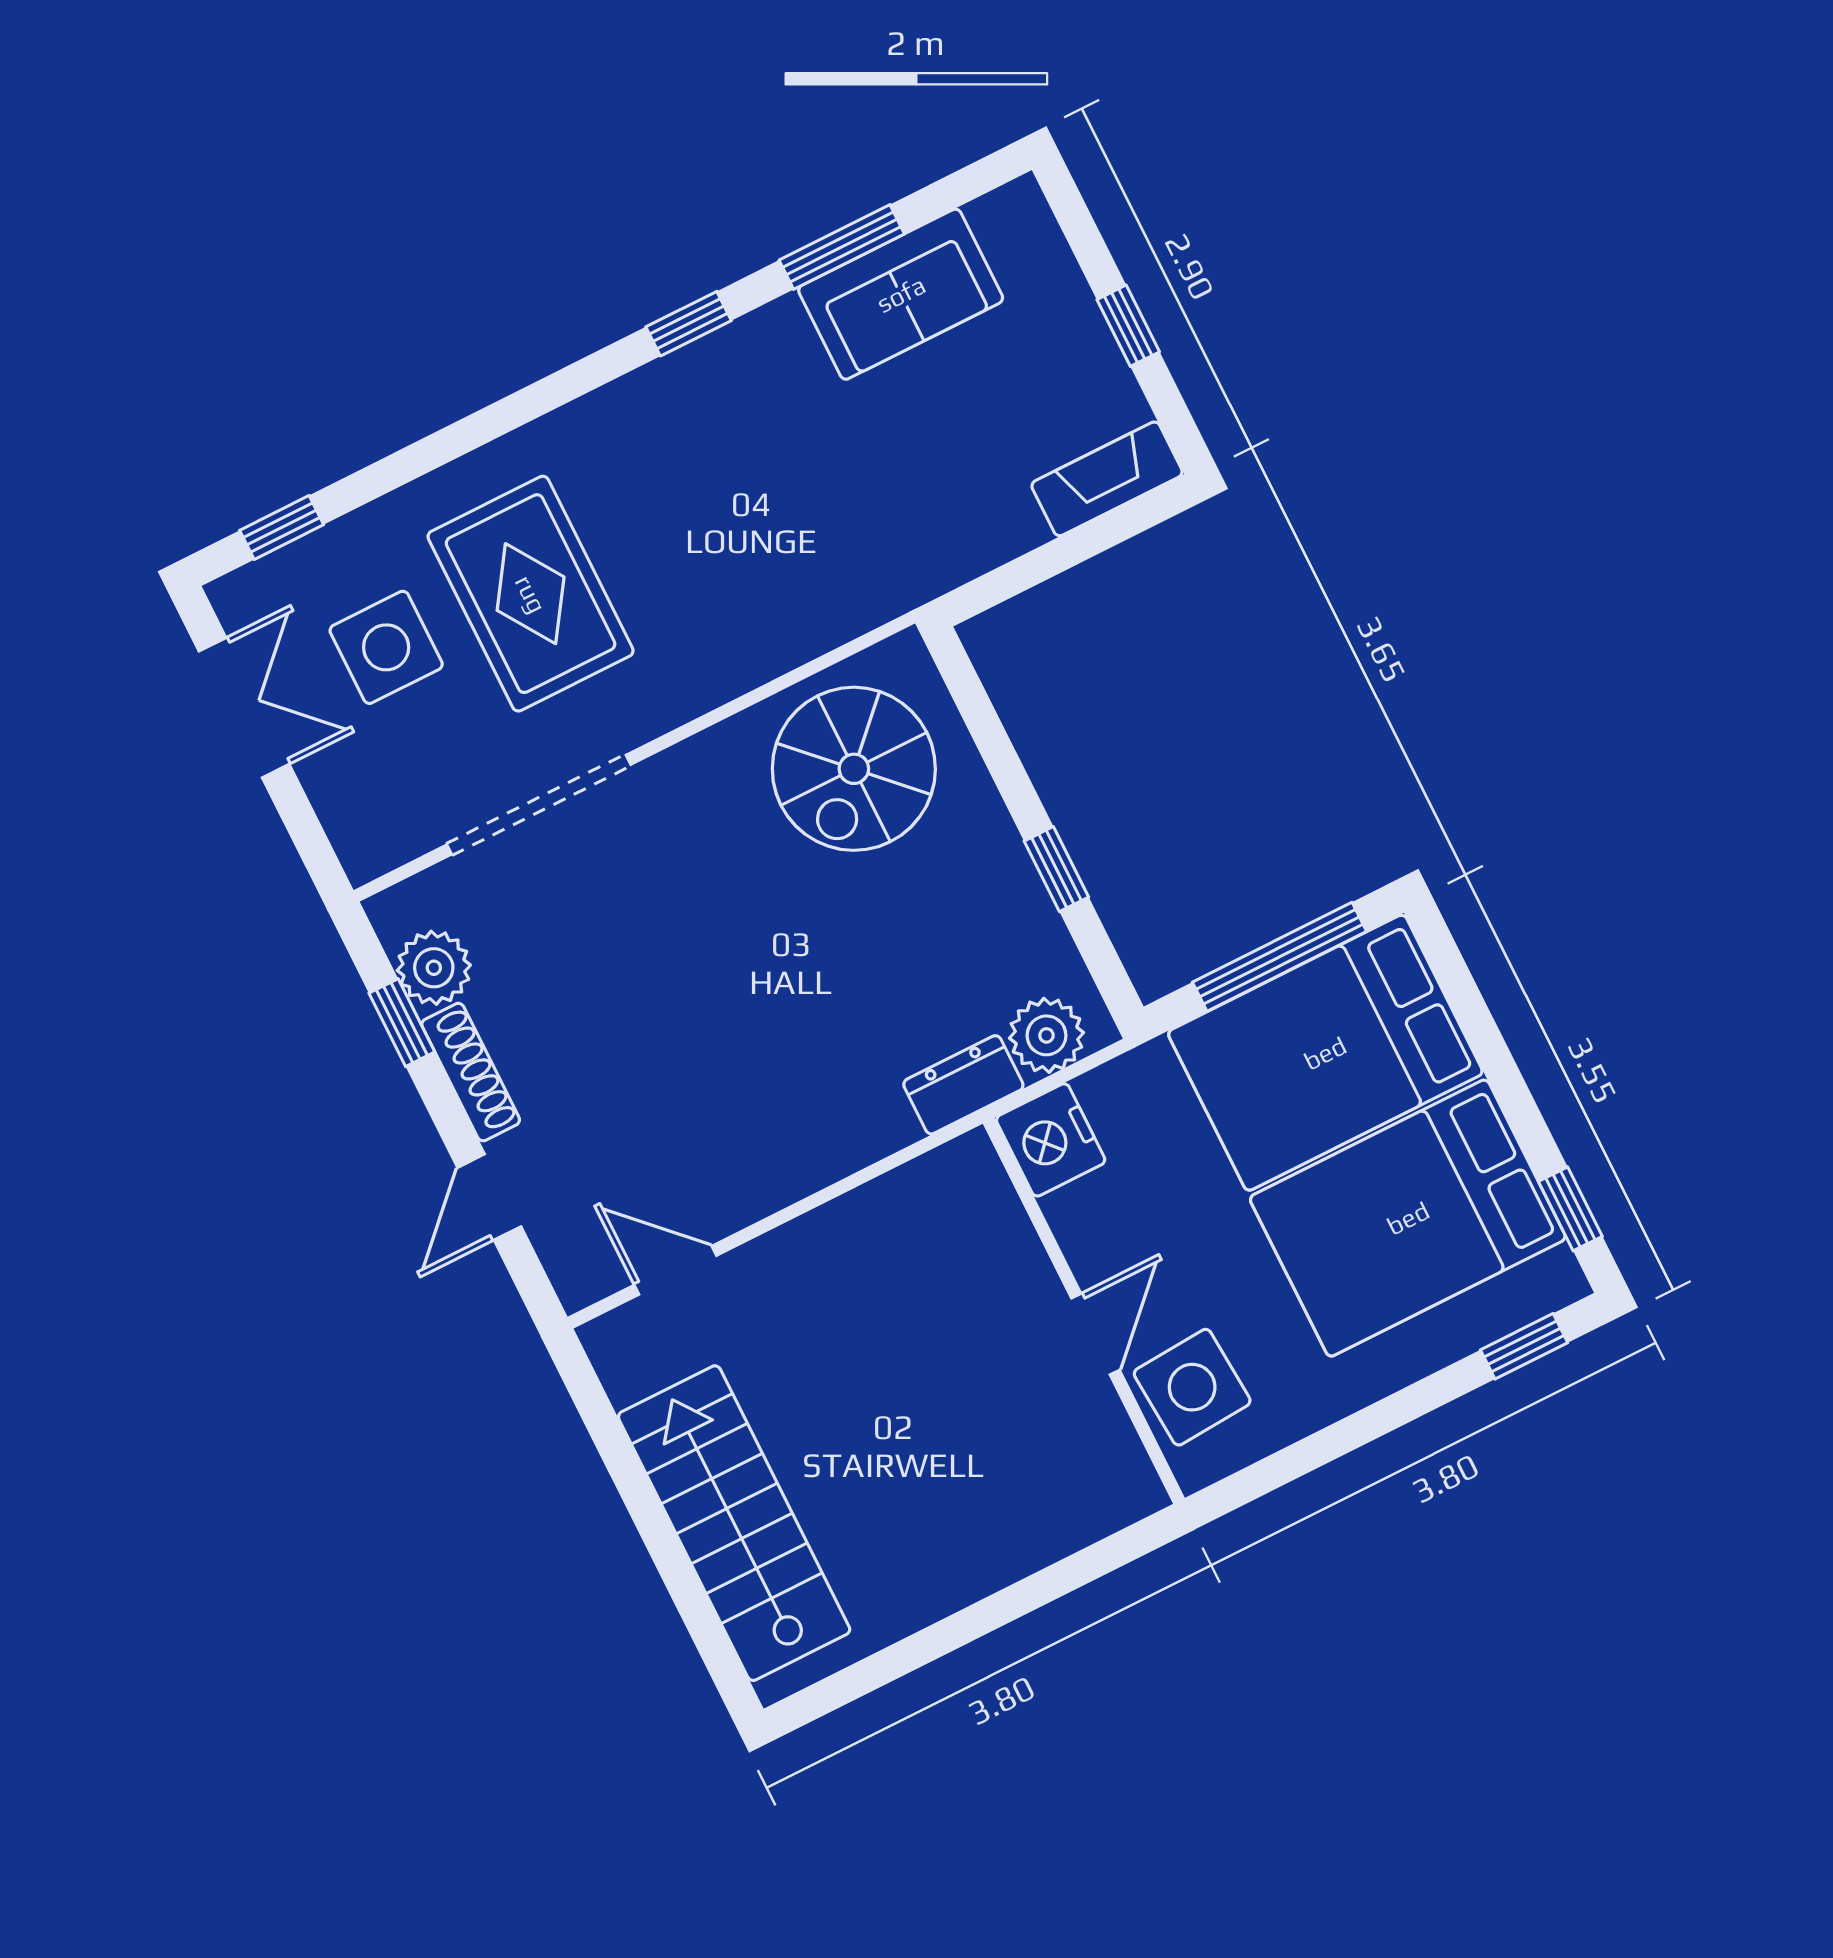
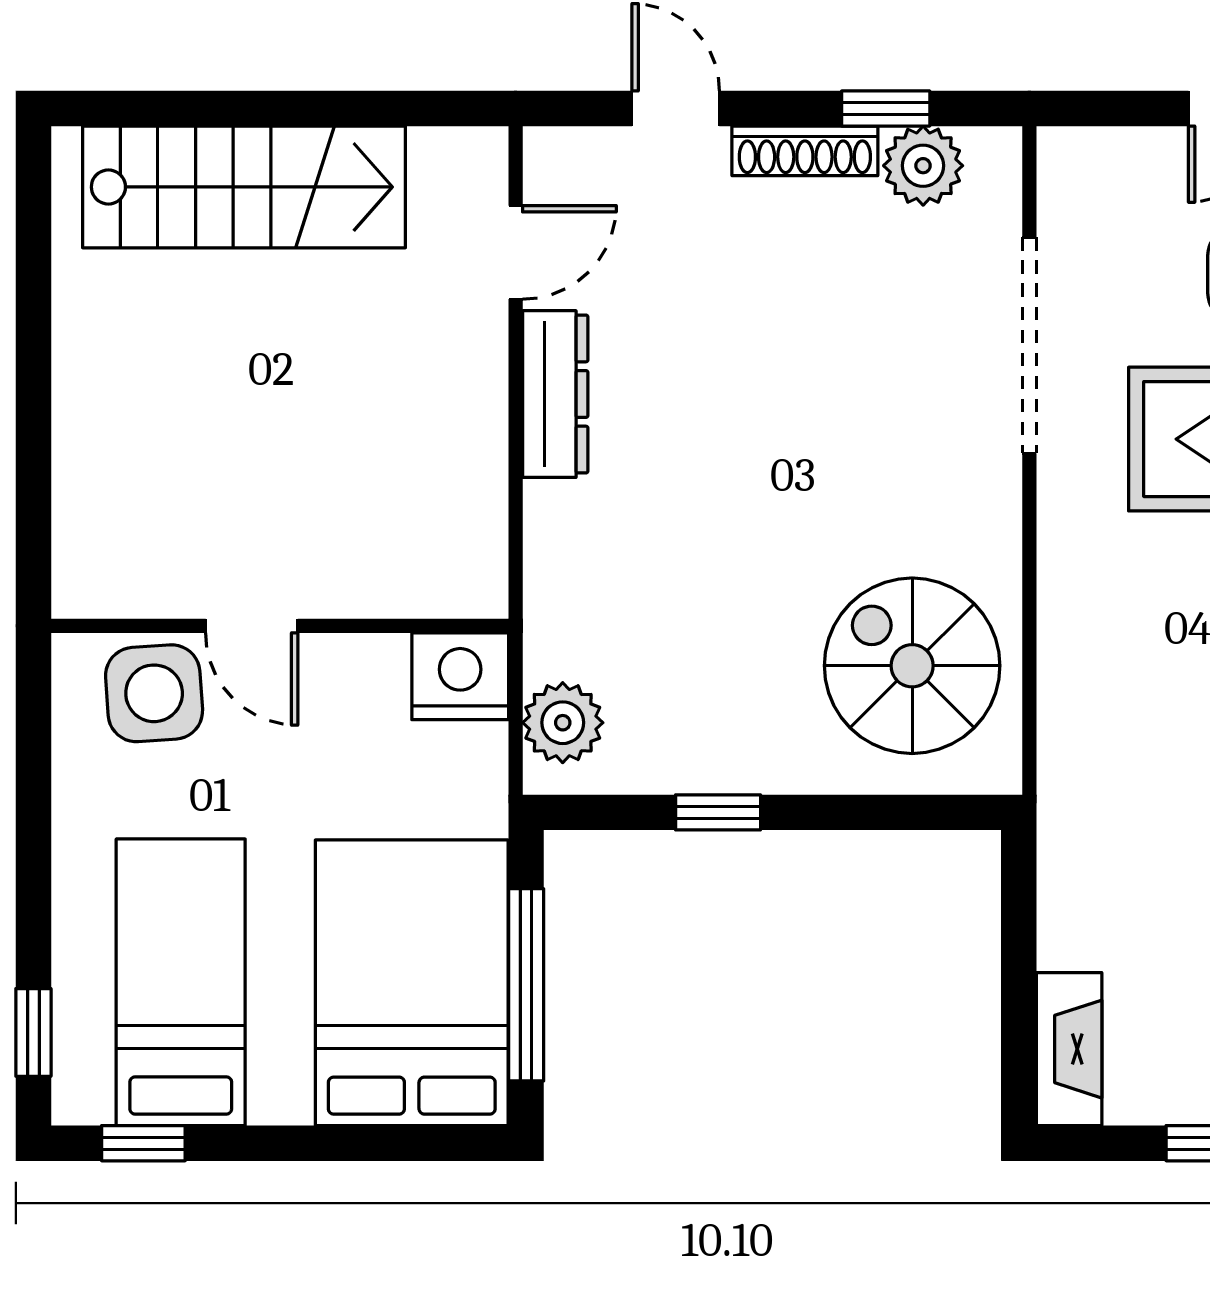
dresser: (963, 1085) -> (555, 394), moved, width x1.44
bed: (1408, 1218) -> (181, 982), width x0.67

